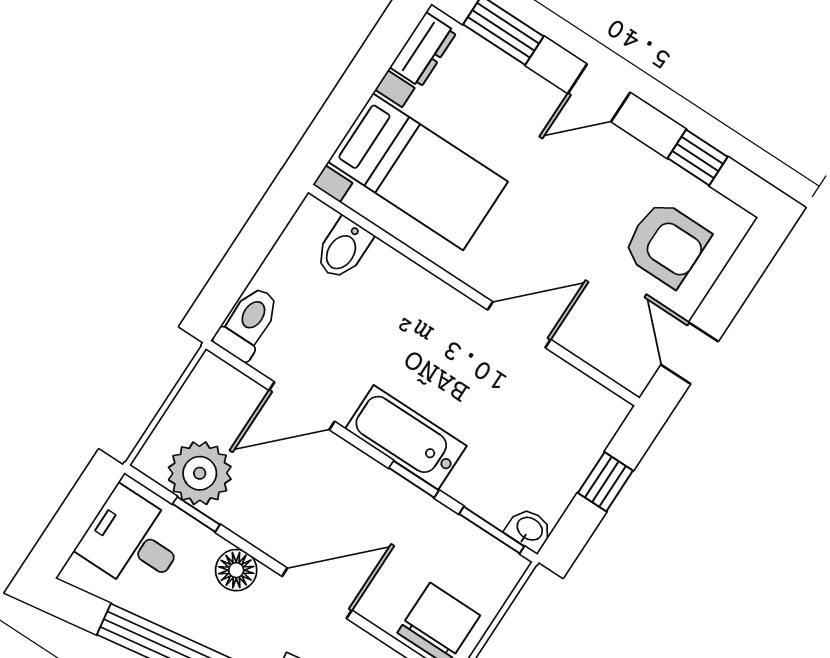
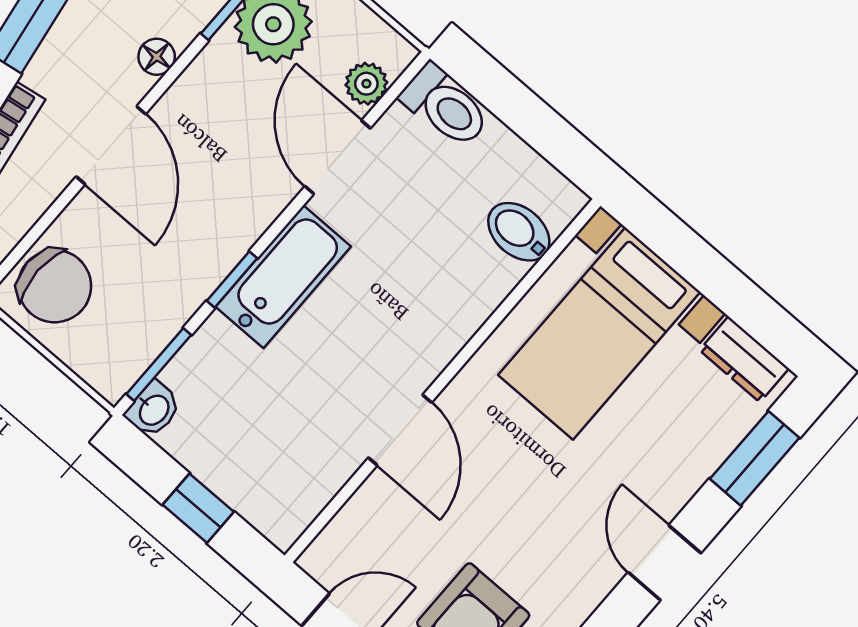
plant: (238, 390) -> (366, 84), added
floor lamp: (236, 570) -> (157, 57), width x0.73, depth x0.73

